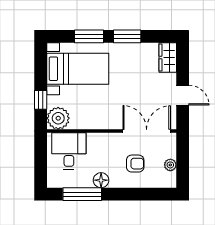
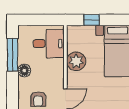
plant: (58, 118) -> (76, 61), moved

